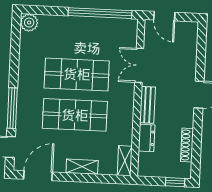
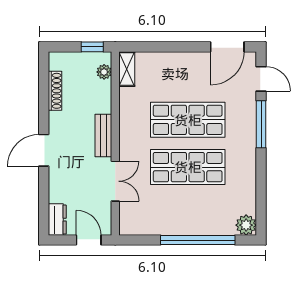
window: (100, 13) -> (198, 240), moved
dresser: (147, 138) -> (57, 220), moved, turned 180
plant: (144, 159) -> (104, 72), added
shelving: (82, 167) -> (176, 60), removed
window: (175, 182) -> (92, 47), moved

